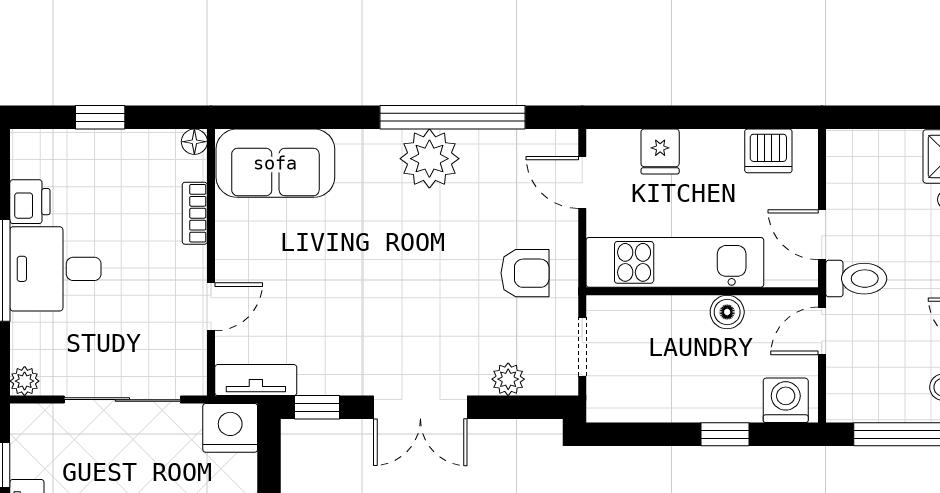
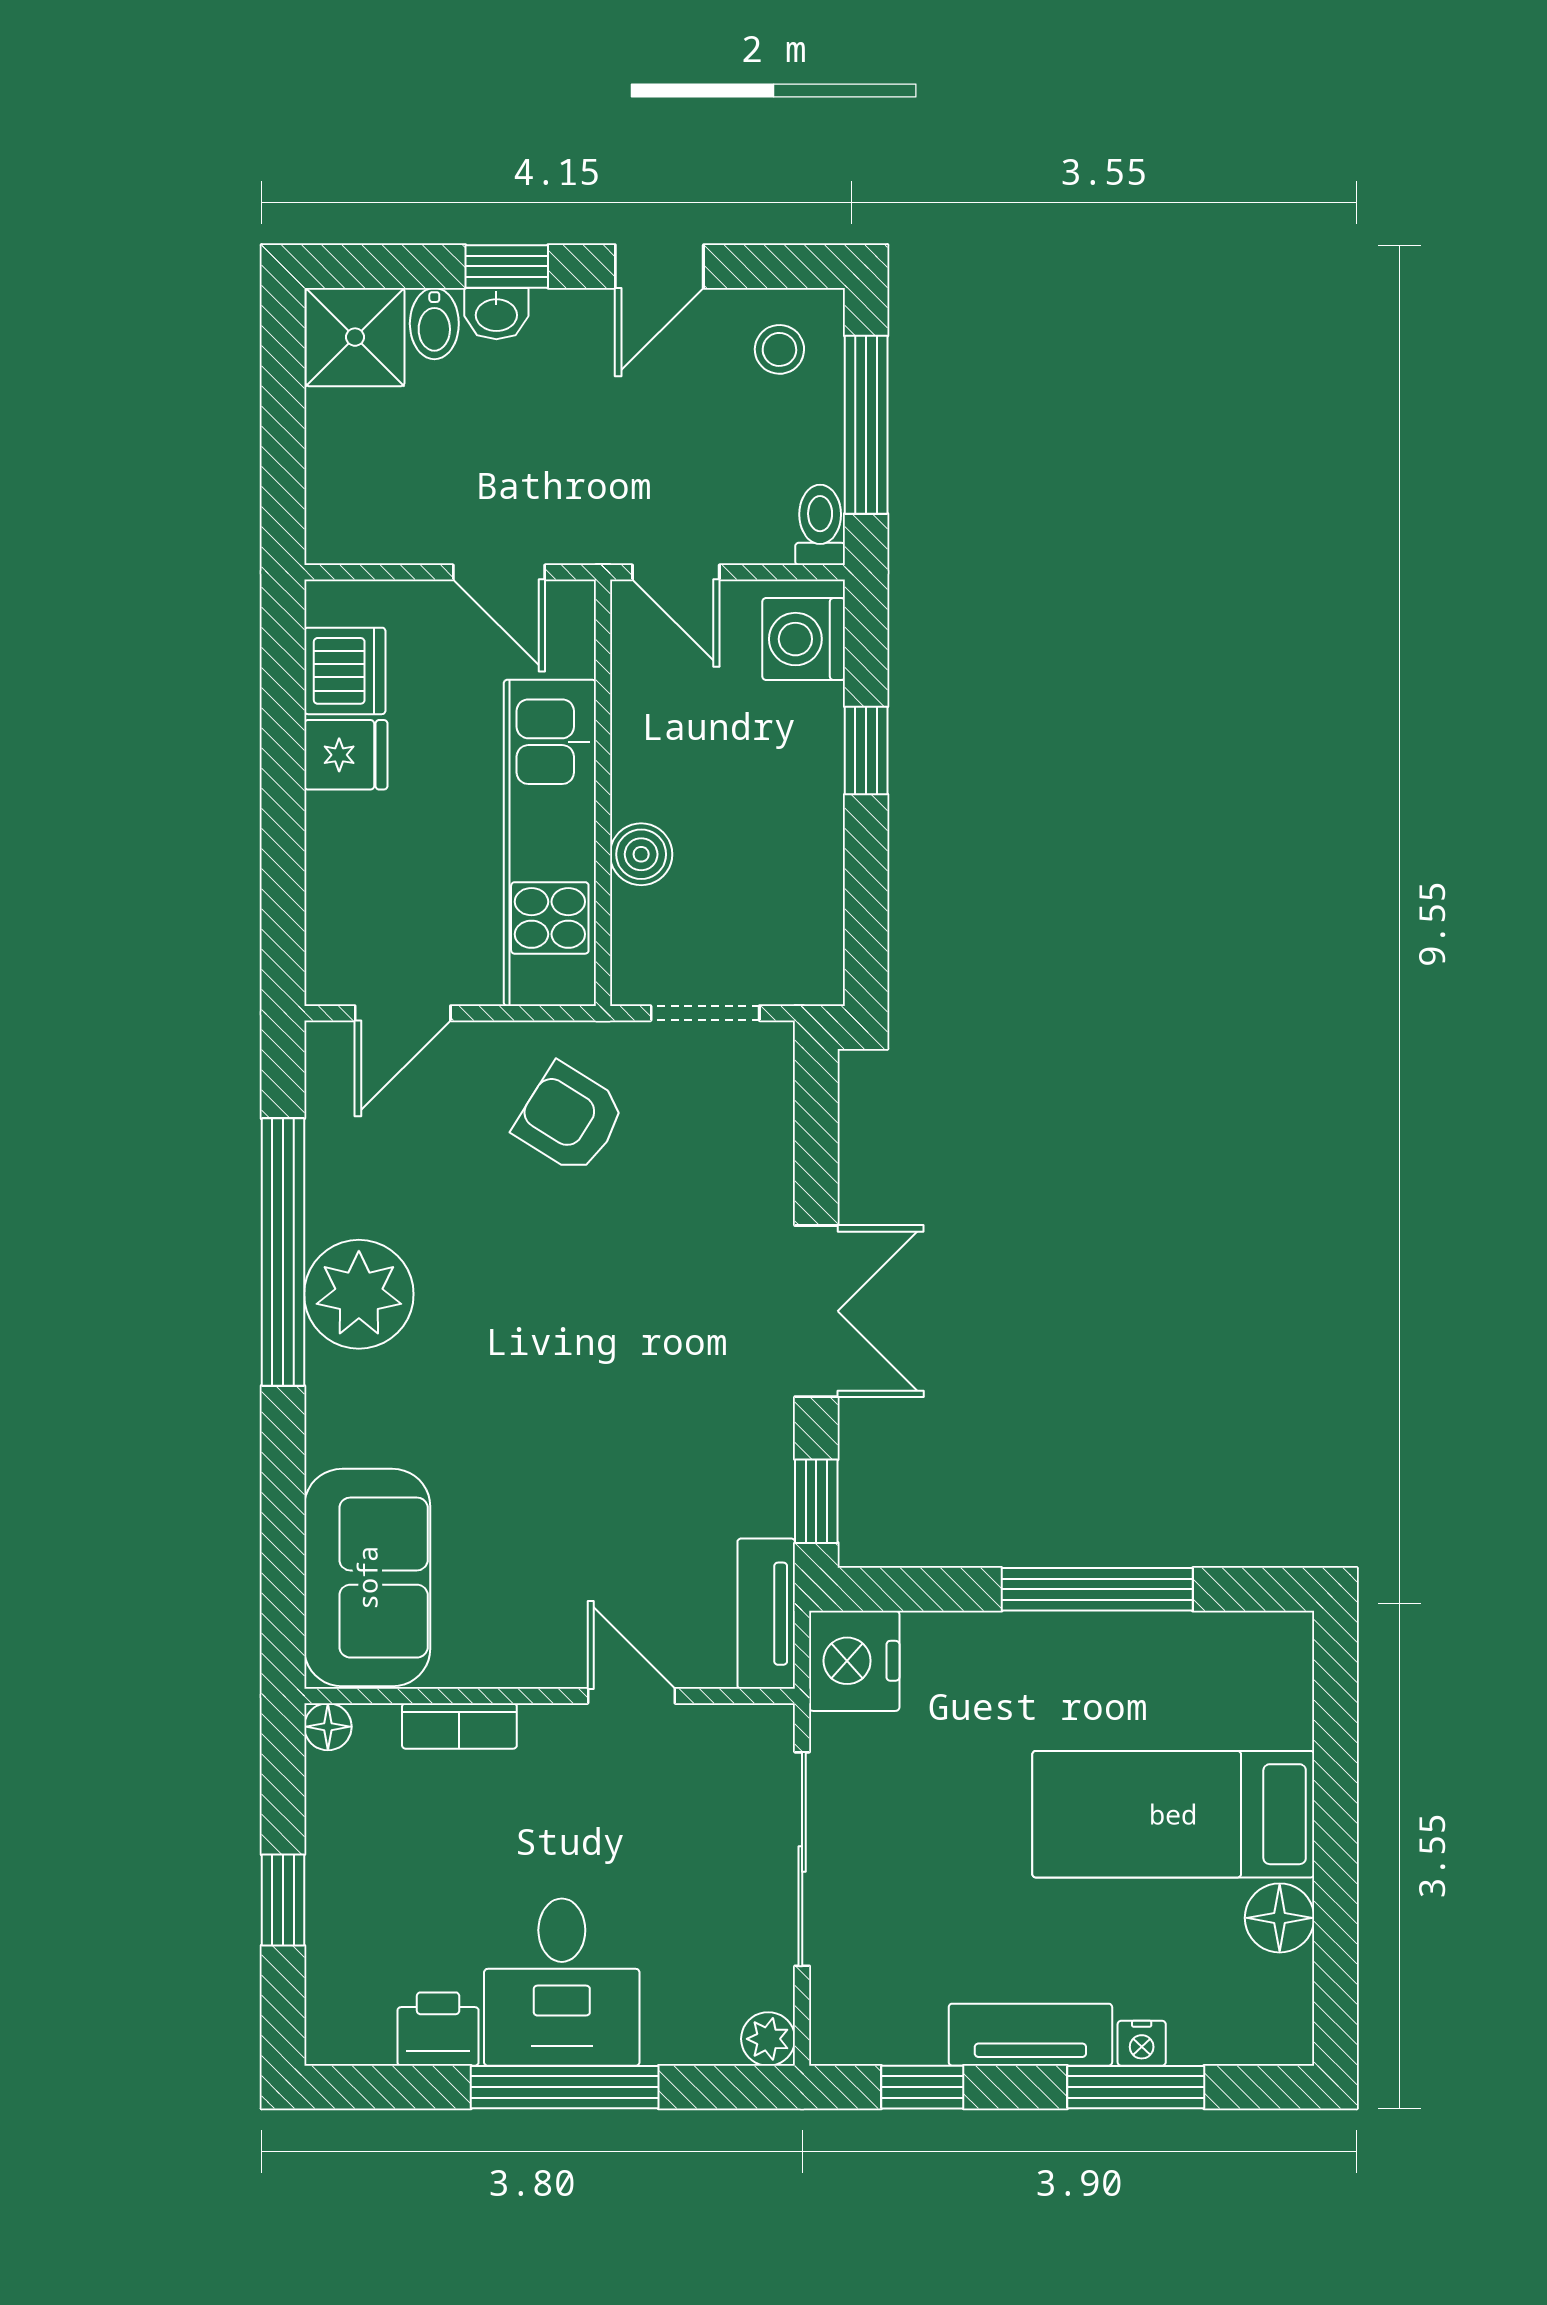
fridge: (660, 151) -> (346, 755), moved
door: (822, 235) -> (499, 572), hinge flipped
armchair: (525, 273) -> (570, 1118), turned -58
toilet: (856, 279) -> (820, 525), moved, width x0.73, depth x0.72
boiler: (727, 312) -> (641, 854), moved
plant: (508, 379) -> (765, 1149), removed

